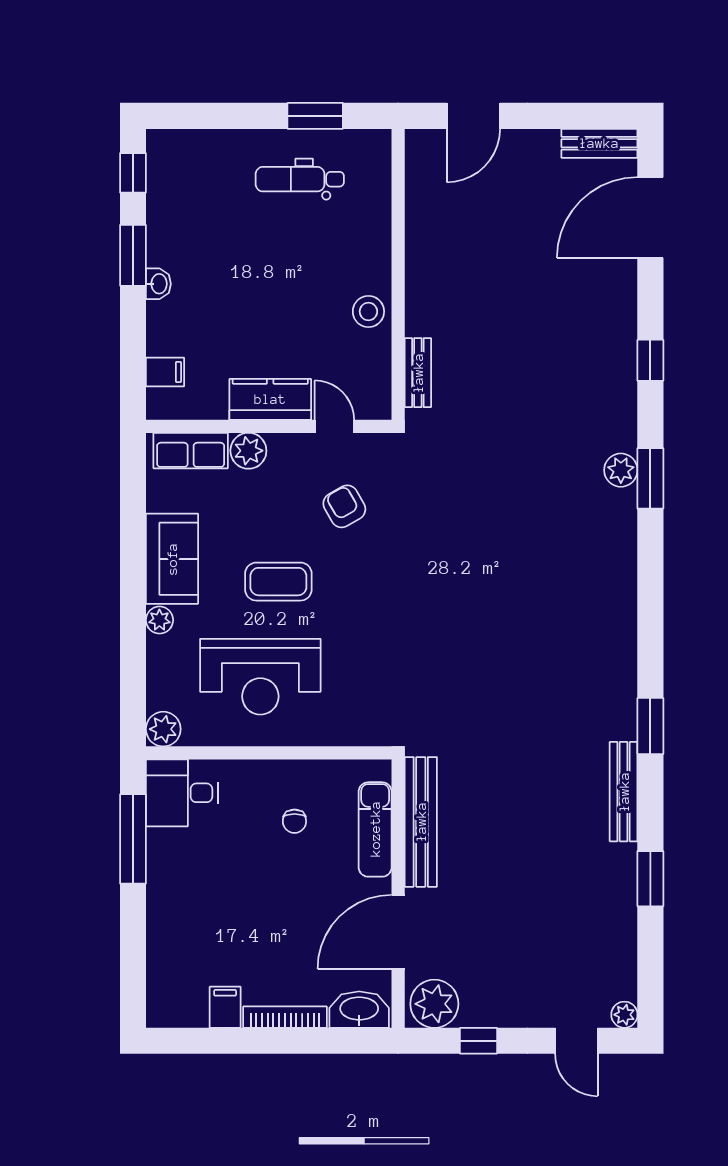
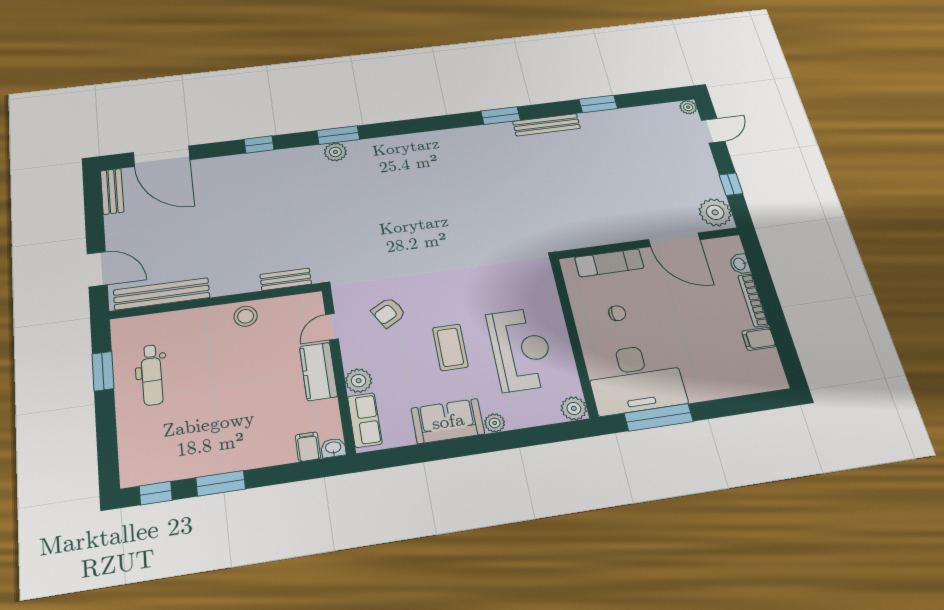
washbasin: (158, 284) -> (333, 448), moved
desk: (182, 793) -> (635, 379), width x1.87, depth x1.30
bench: (421, 822) -> (162, 294), moved
washbasin: (359, 1010) -> (740, 264), width x0.52, depth x0.69

